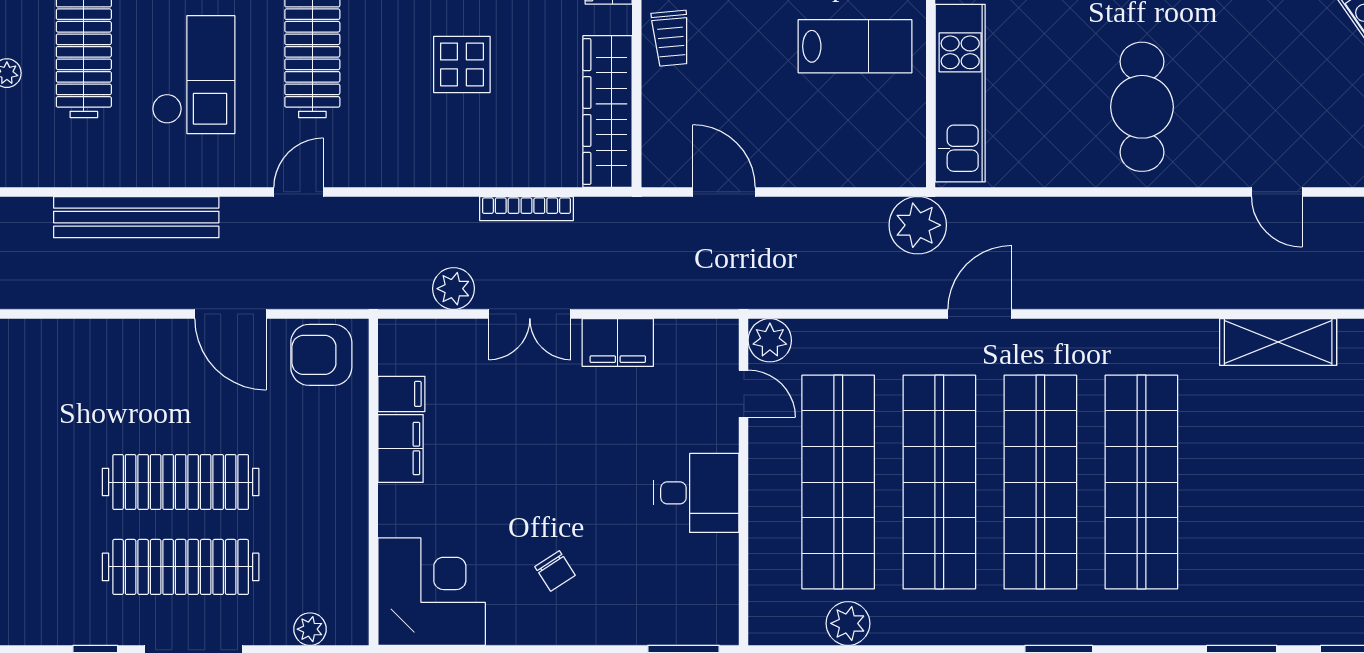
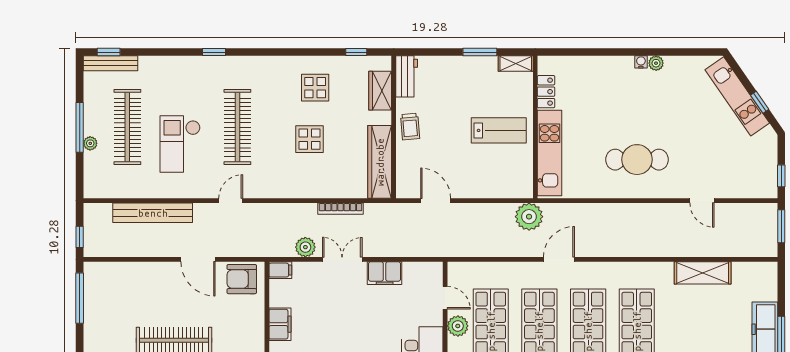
checkout: (193, 75) -> (180, 144), turned 180
cafe table: (1142, 107) -> (637, 160), turned 90
double door: (530, 314) -> (342, 259), swing flipped
plant: (770, 340) -> (458, 326), moved
filing cabinet: (401, 394) -> (280, 270), moved

